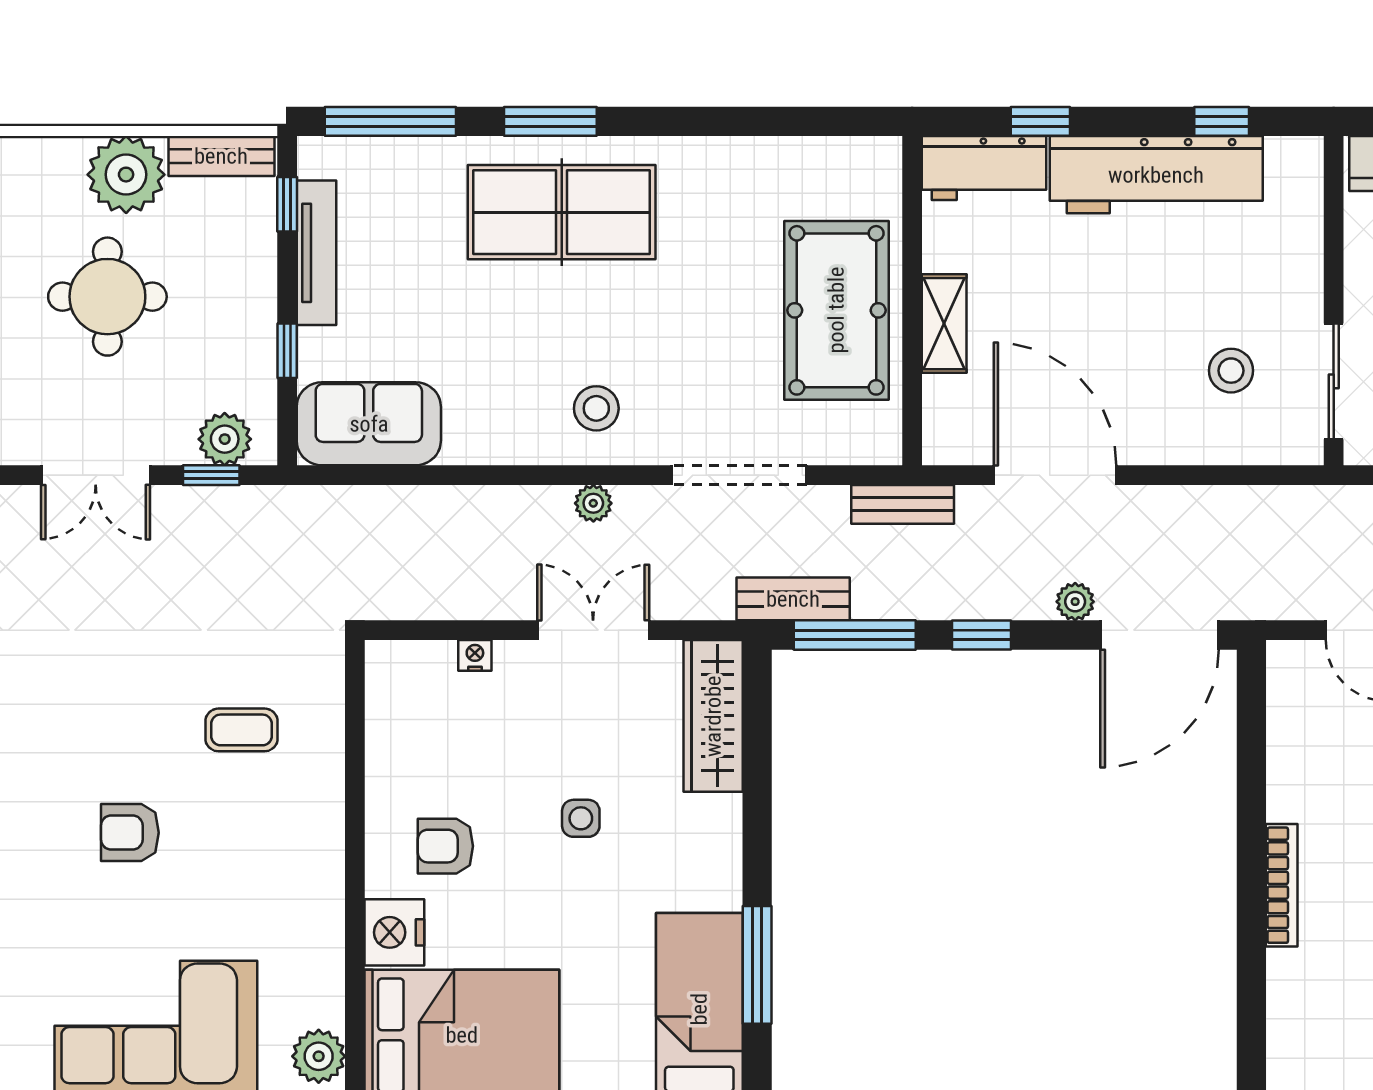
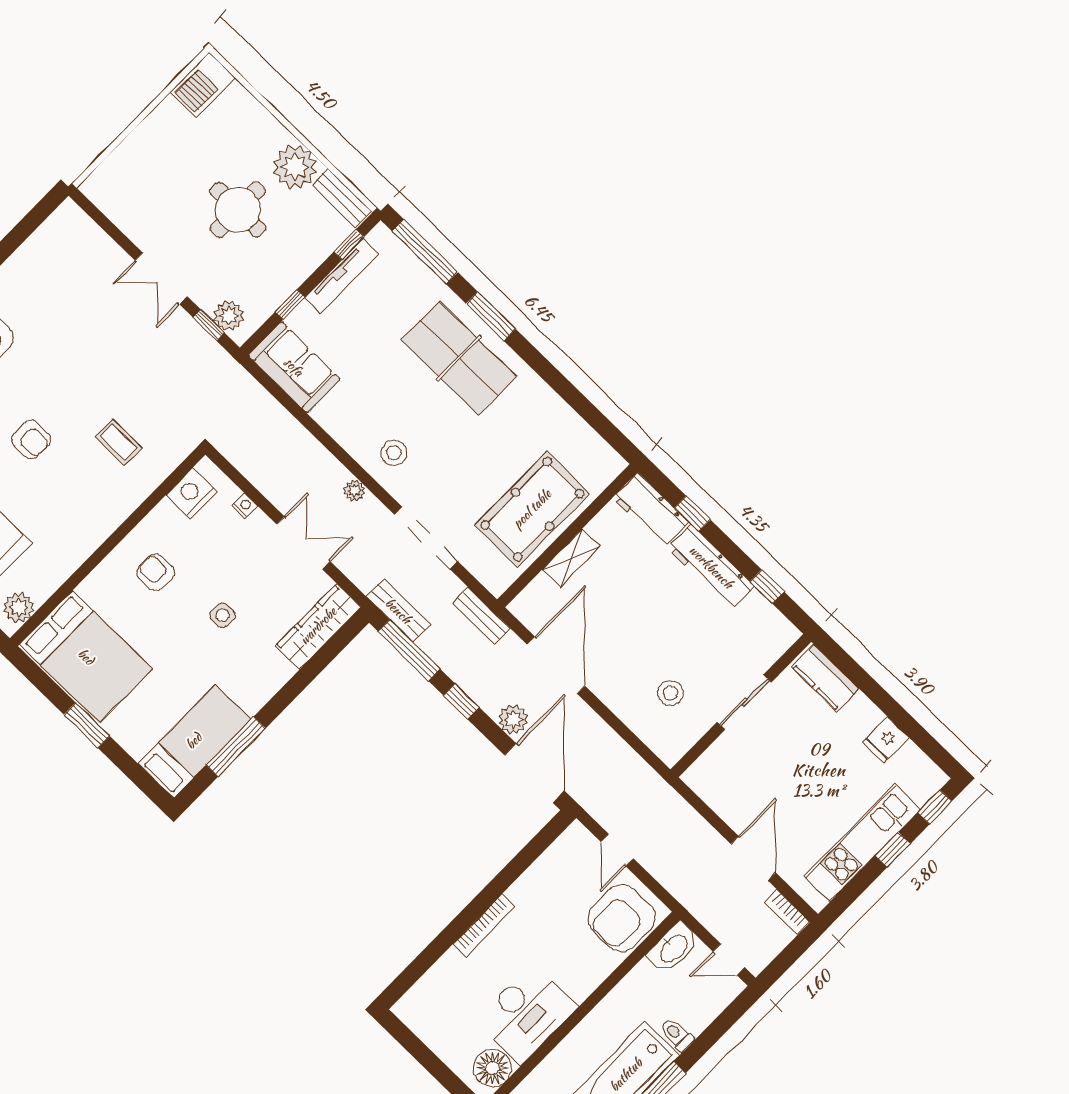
workbench: (1156, 175) -> (711, 567), width x0.73, depth x0.76
sliding door: (1334, 381) -> (744, 702), moved
plant: (1075, 602) -> (513, 720), width x1.38, depth x1.38
door: (1160, 635) -> (534, 773), swing flipped
armchair: (130, 833) -> (31, 439), turned 180
nightstand: (394, 932) -> (192, 493), moved

